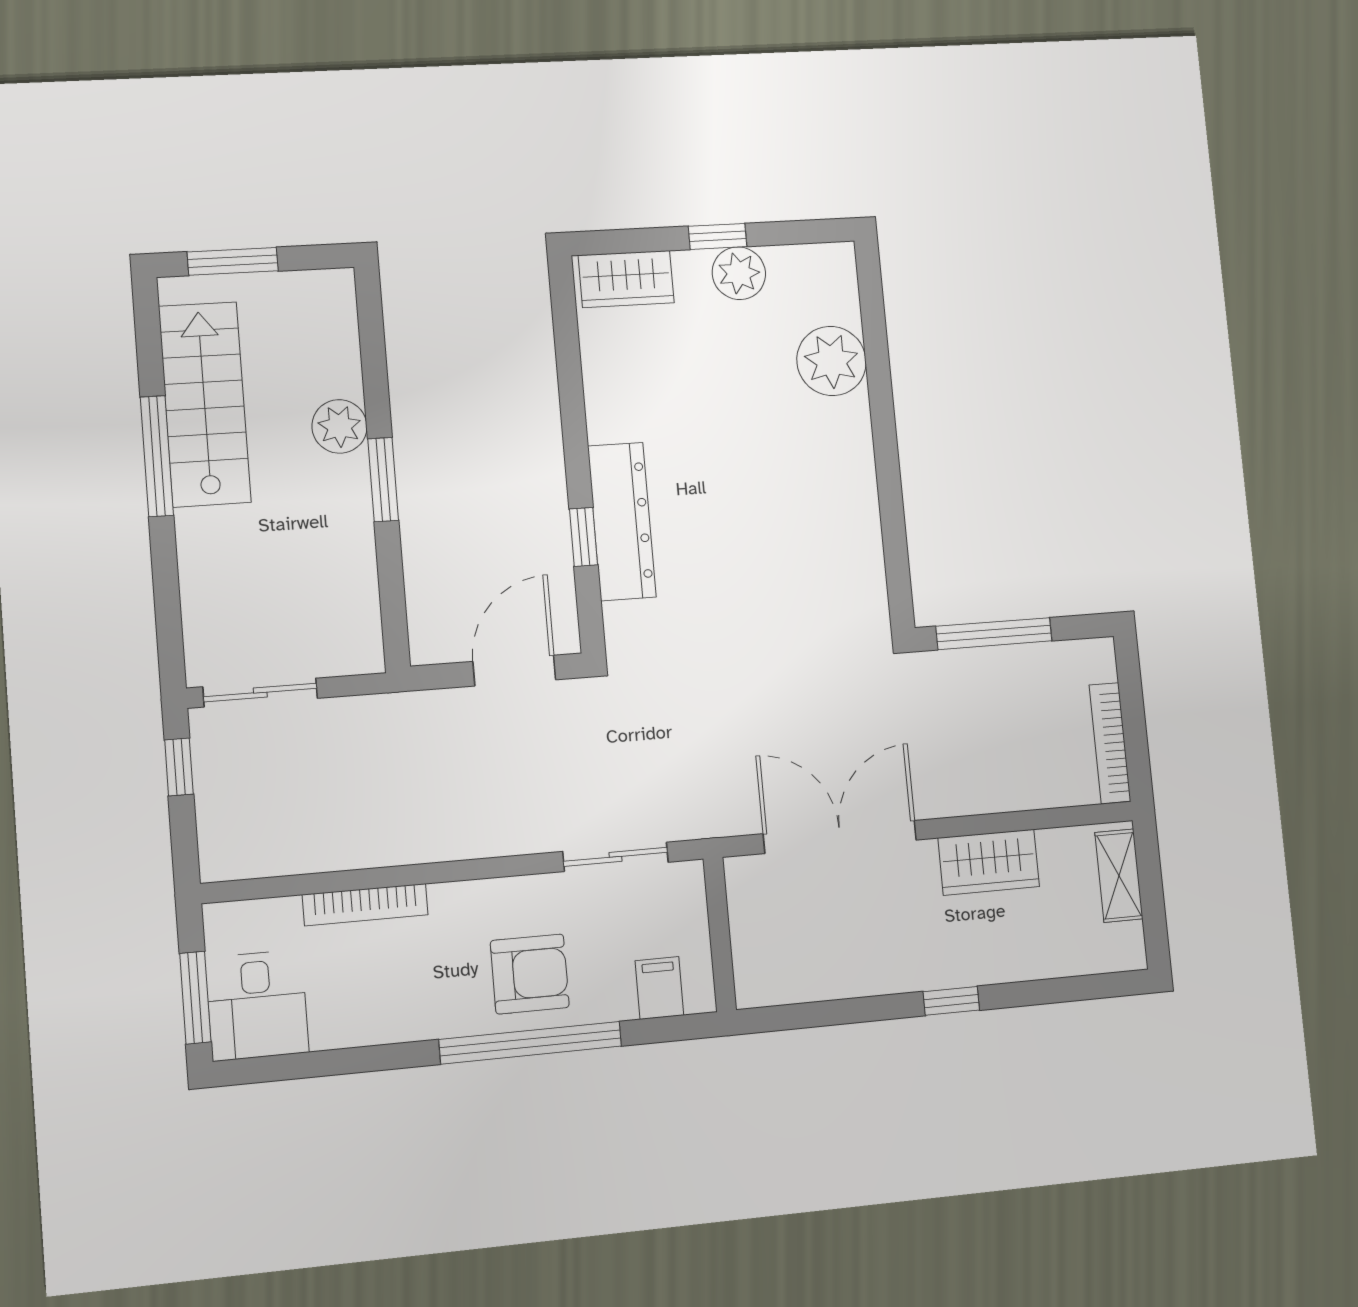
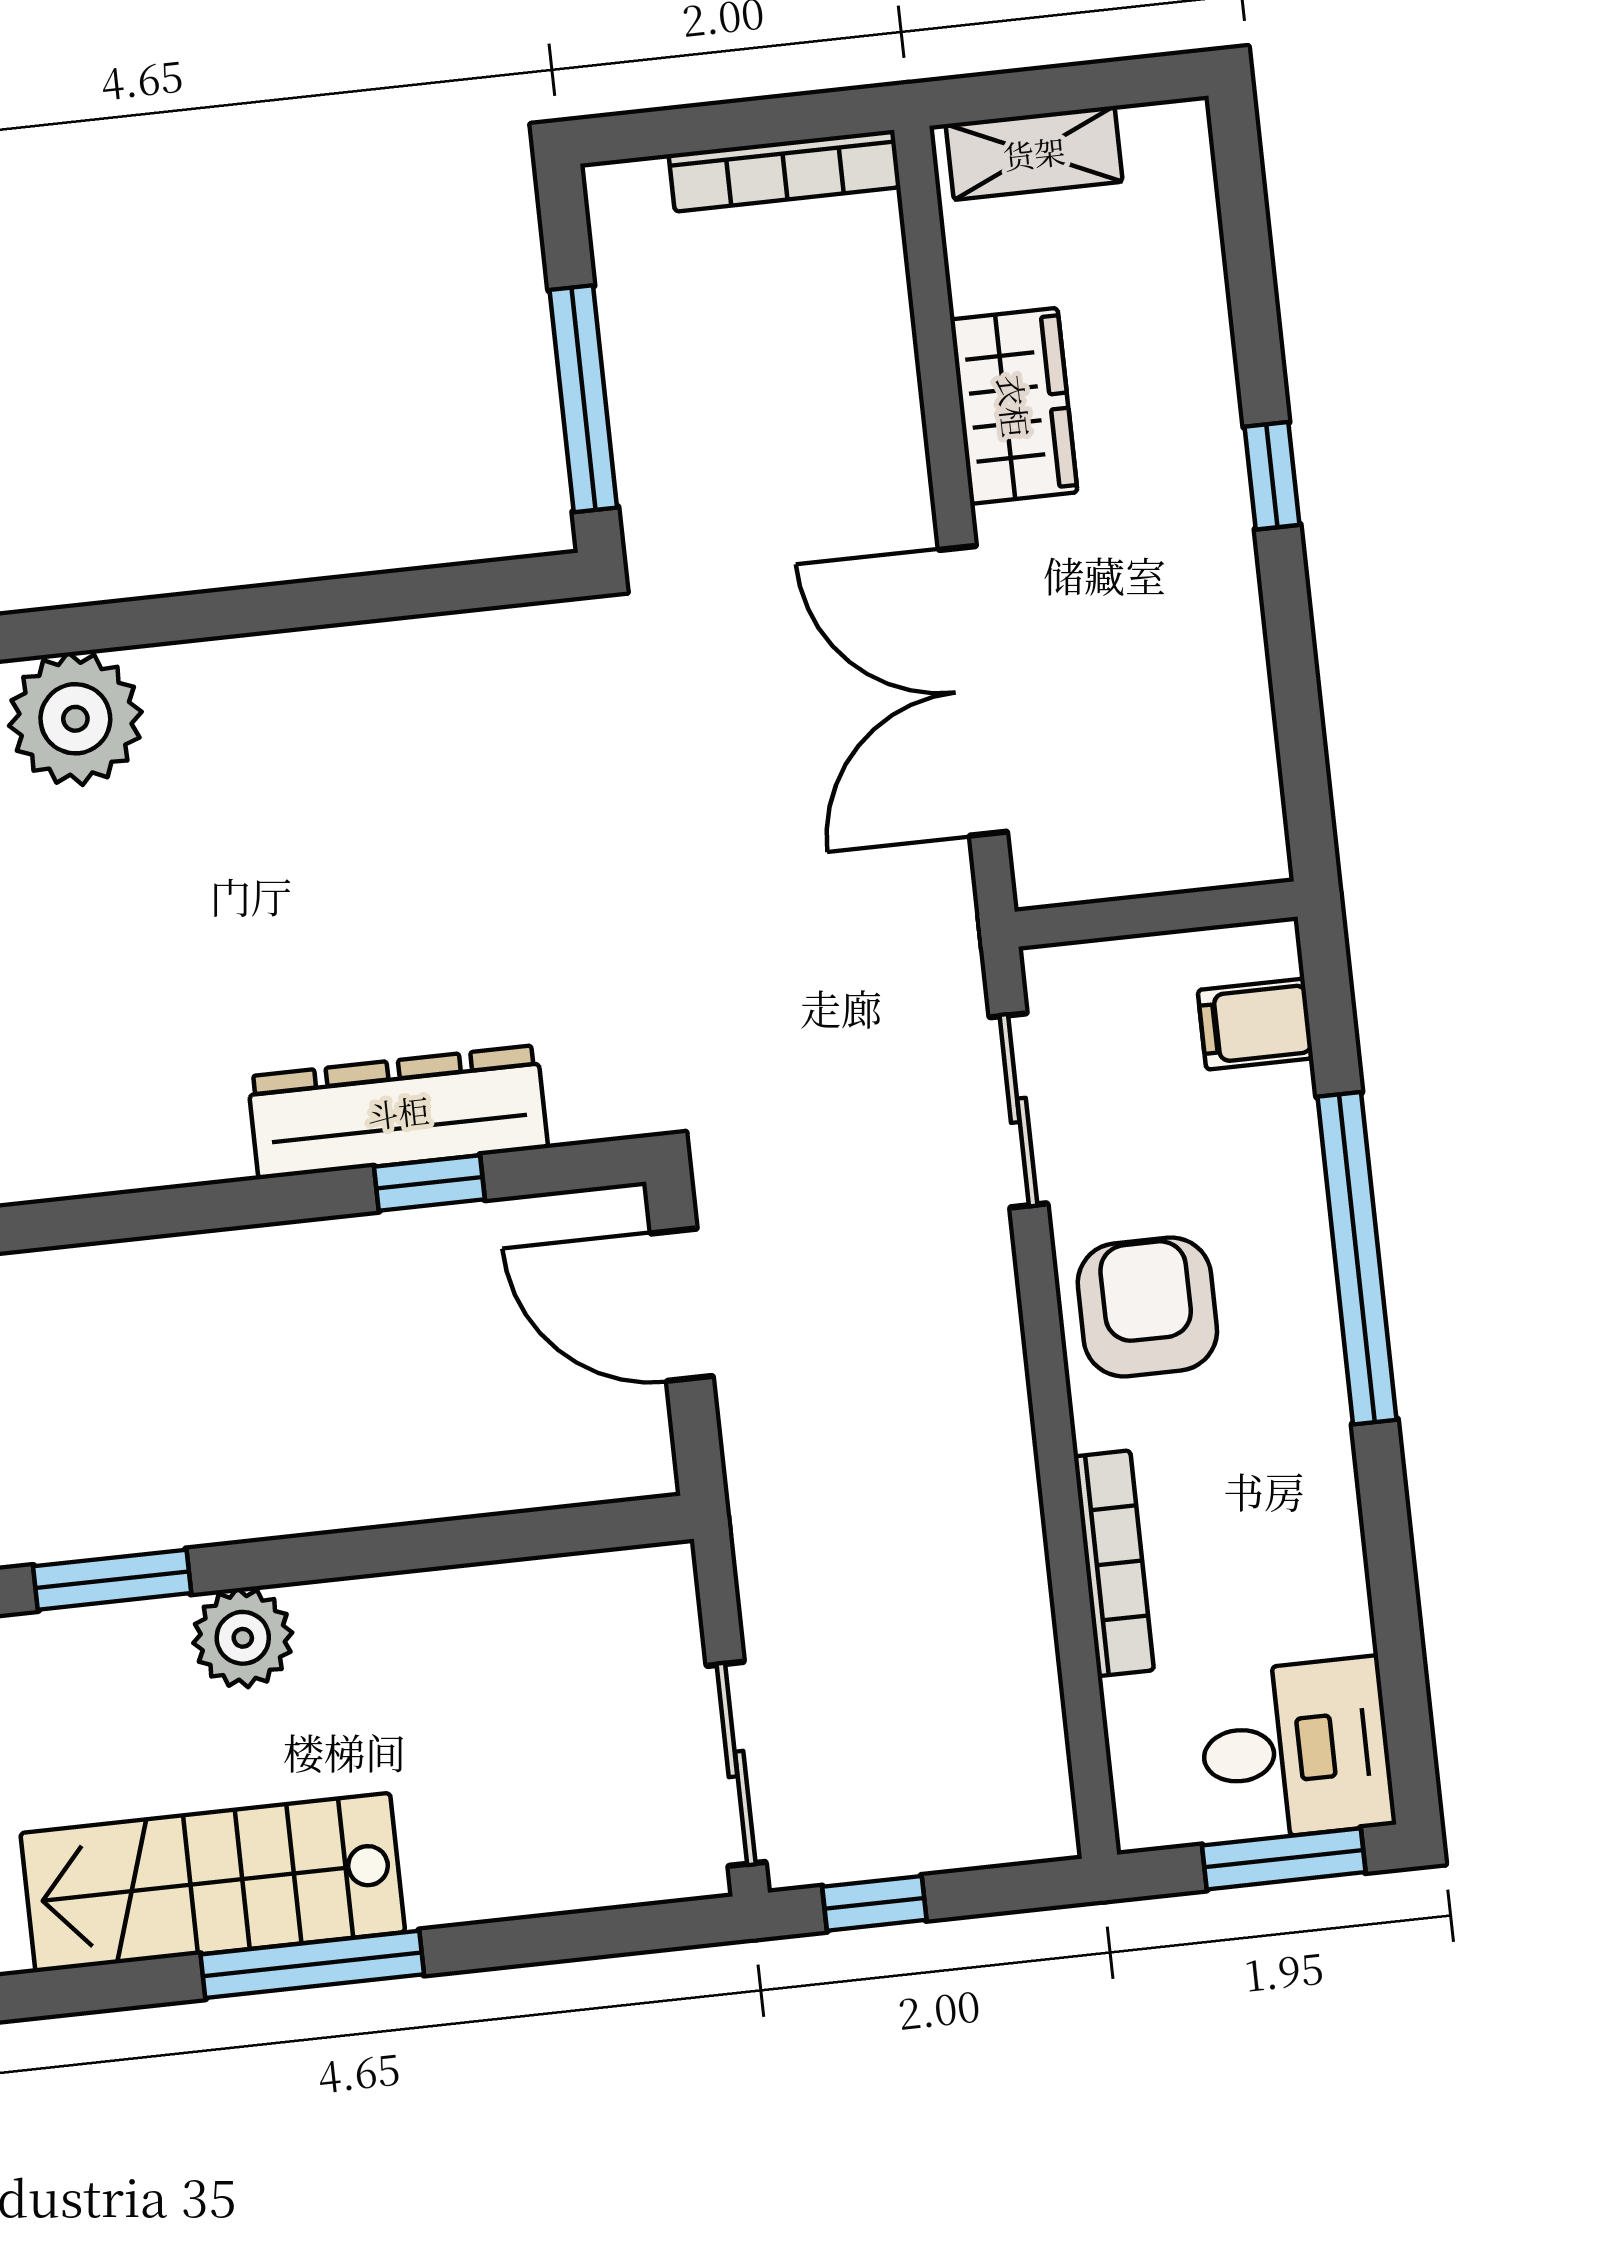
window: (383, 480) -> (112, 1580), moved
armchair: (530, 974) -> (1147, 1307), moved

